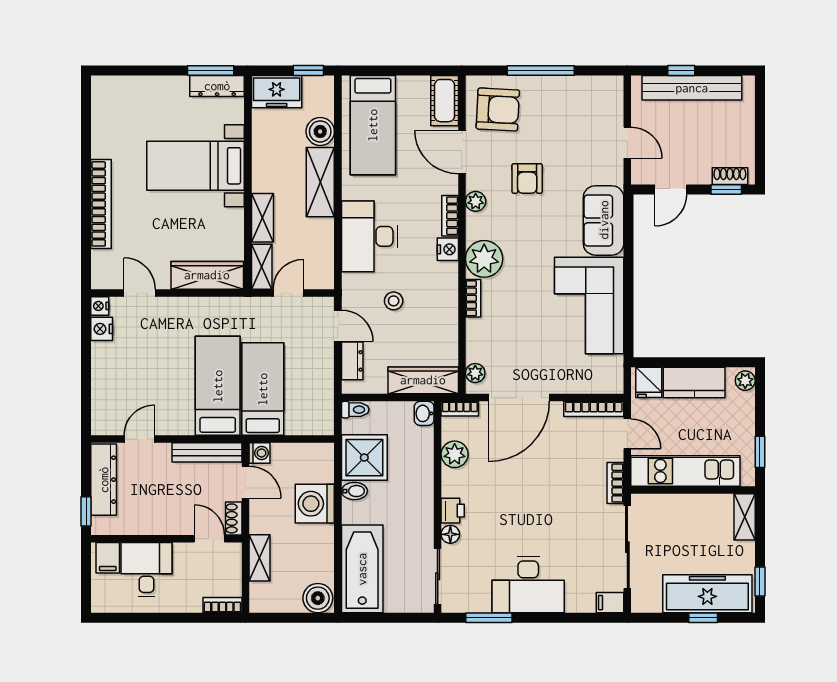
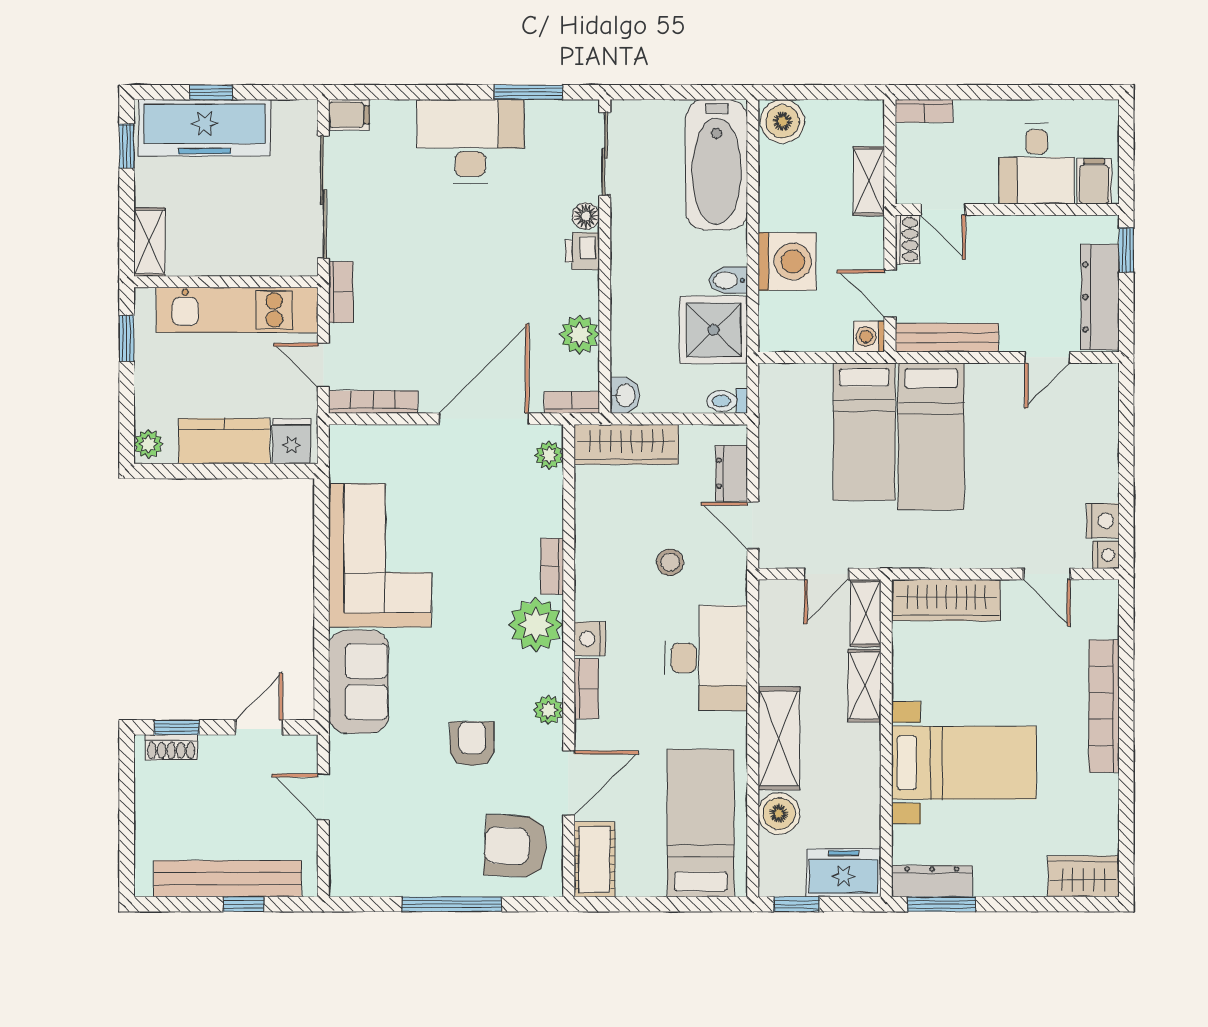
wardrobe: (115, 89) -> (1084, 876), added
door: (462, 152) -> (569, 783), hinge flipped

